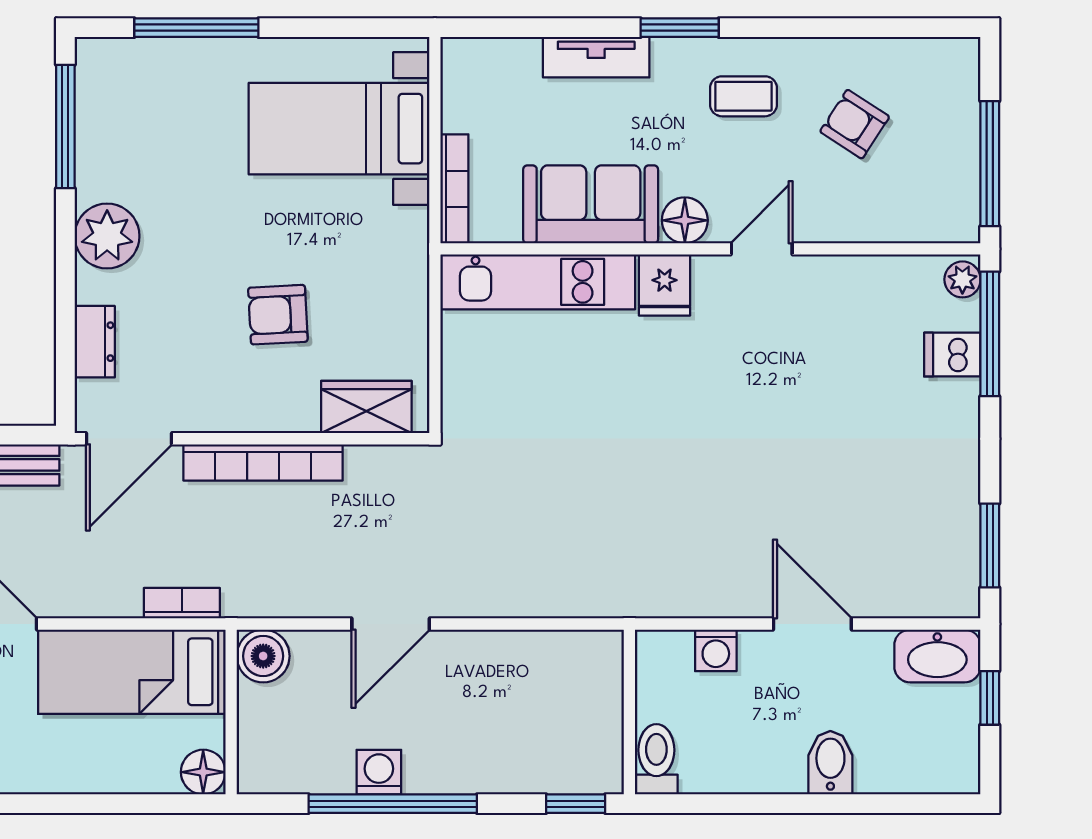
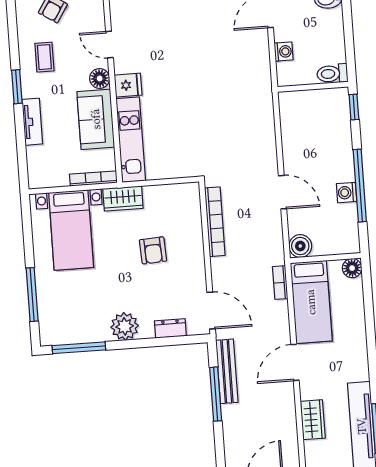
wardrobe: (366, 407) -> (123, 199), moved, turned -90
bookcase: (263, 462) -> (215, 222), moved

